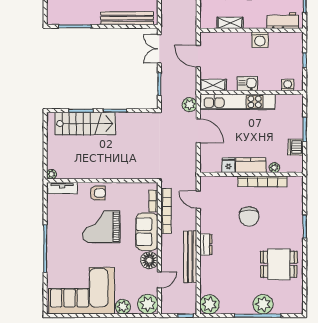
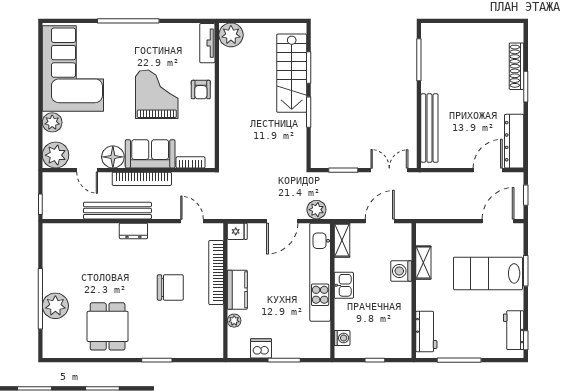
washing machine: (260, 40) -> (401, 271), moved
fridge: (228, 165) -> (237, 231), moved
plant: (52, 174) -> (231, 35), width x1.88, depth x1.88
bookcase: (262, 181) -> (216, 273), moved
door: (198, 200) -> (192, 221), hinge flipped
bookcase: (166, 211) -> (142, 179), moved
chair: (249, 216) -> (170, 287), turned 180
plant: (209, 304) -> (55, 236), removed

